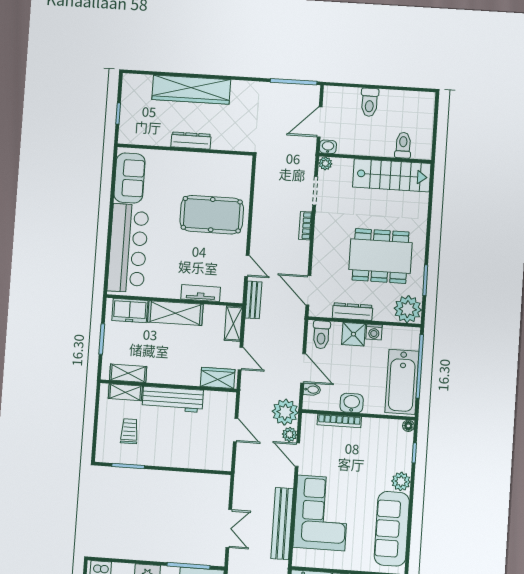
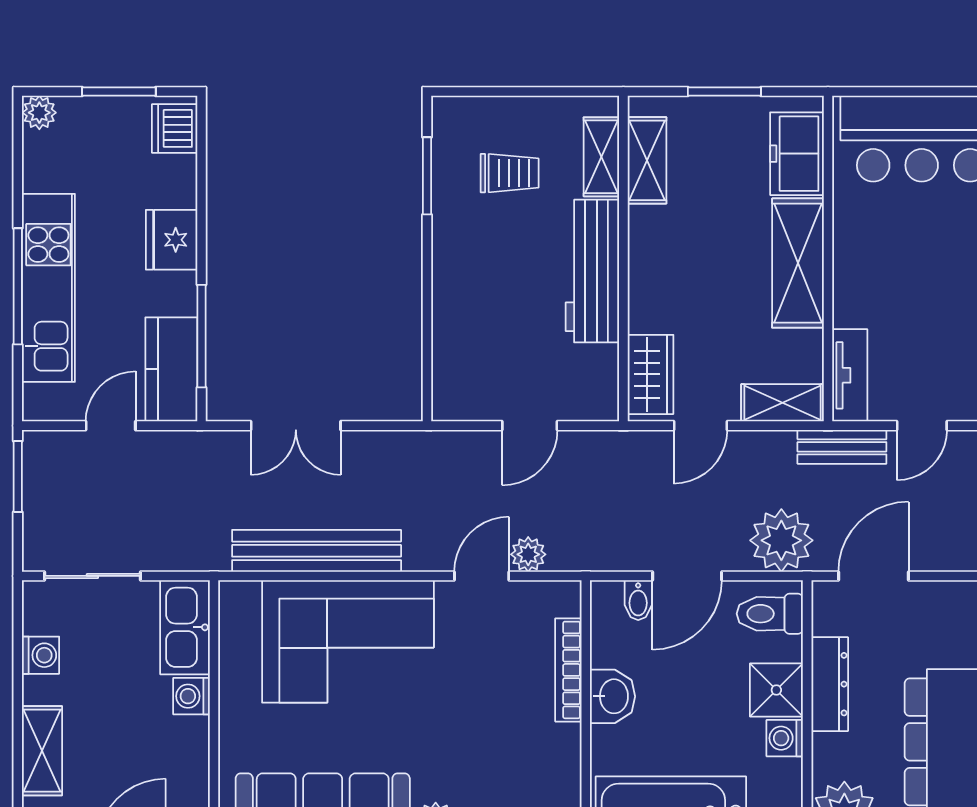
tv unit: (201, 293) -> (850, 375), moved
plant: (285, 412) -> (781, 540), moved

